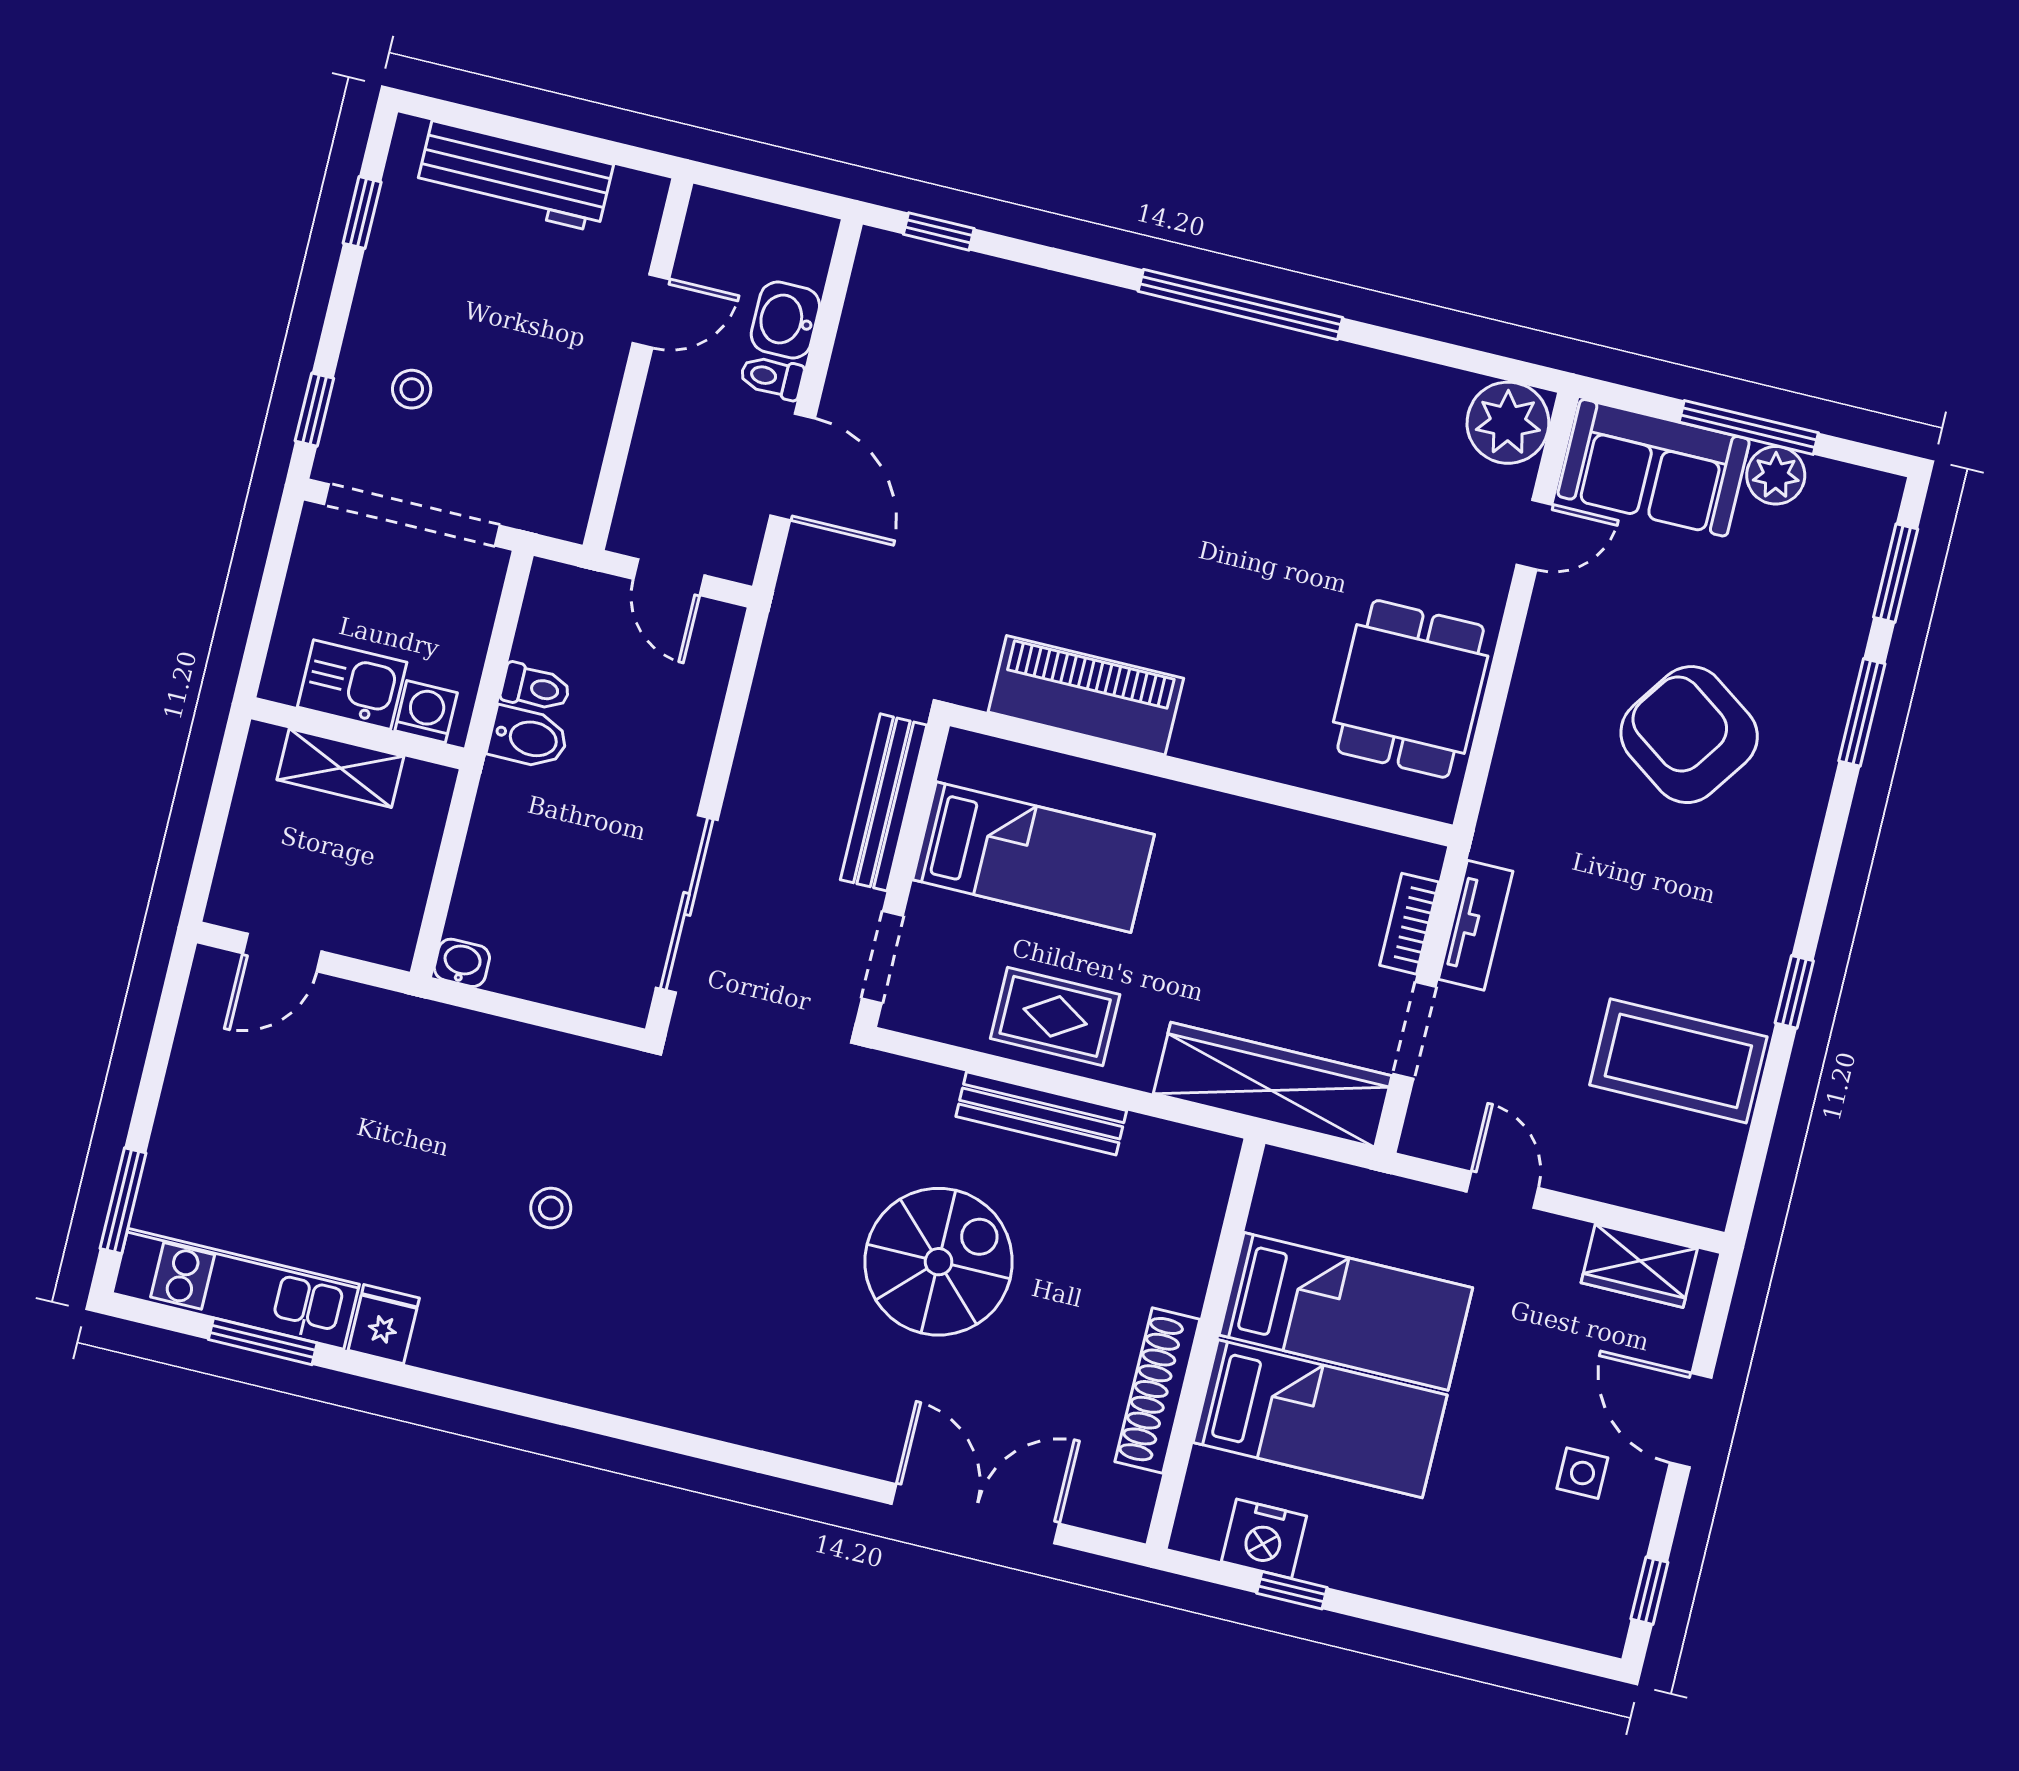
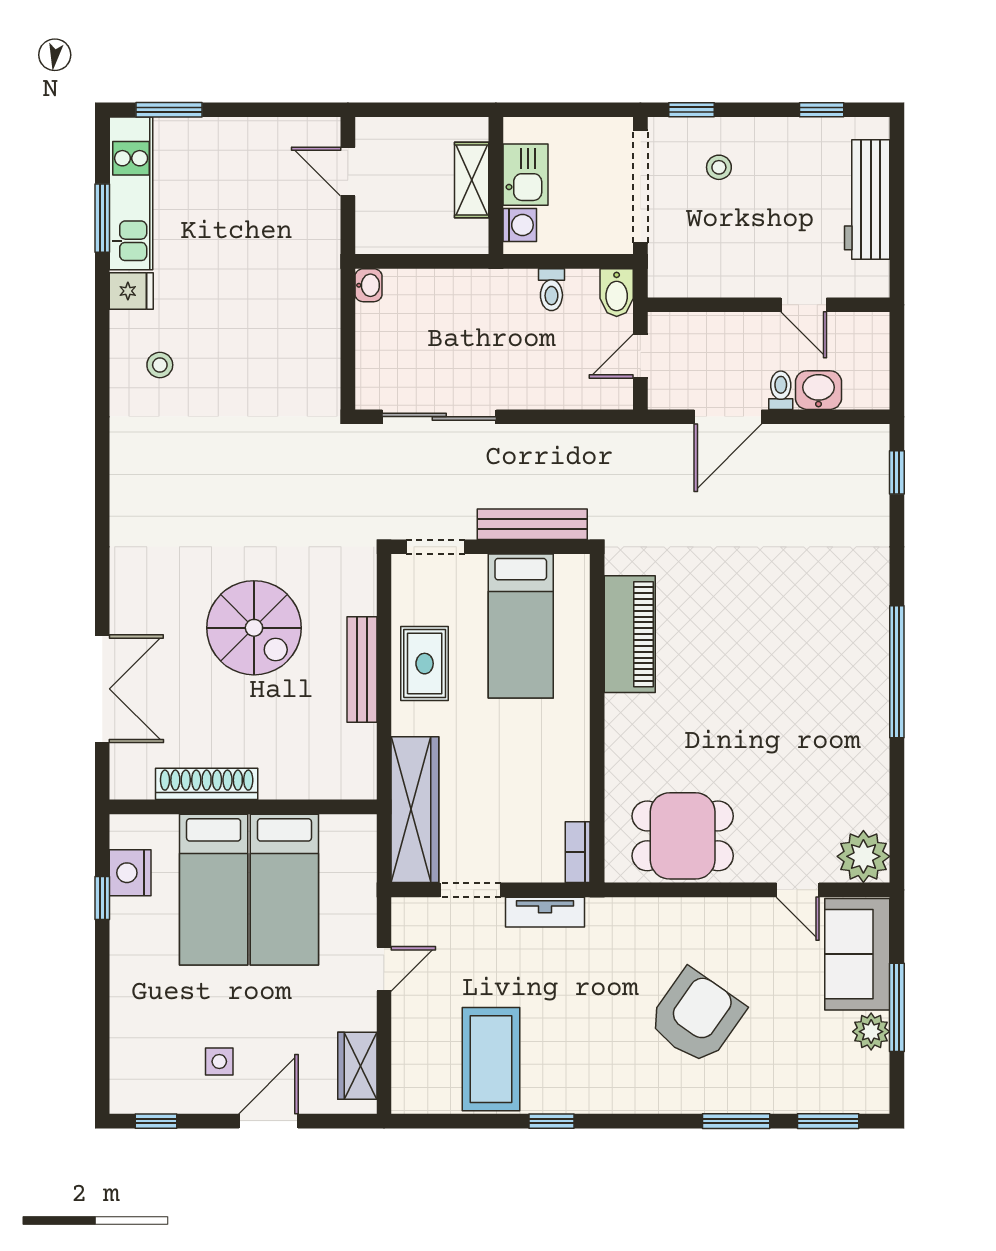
bidet: (528, 738) -> (617, 293), moved
bookcase: (1409, 924) -> (578, 852), moved, turned -90
stool: (551, 1208) -> (160, 365), moved

